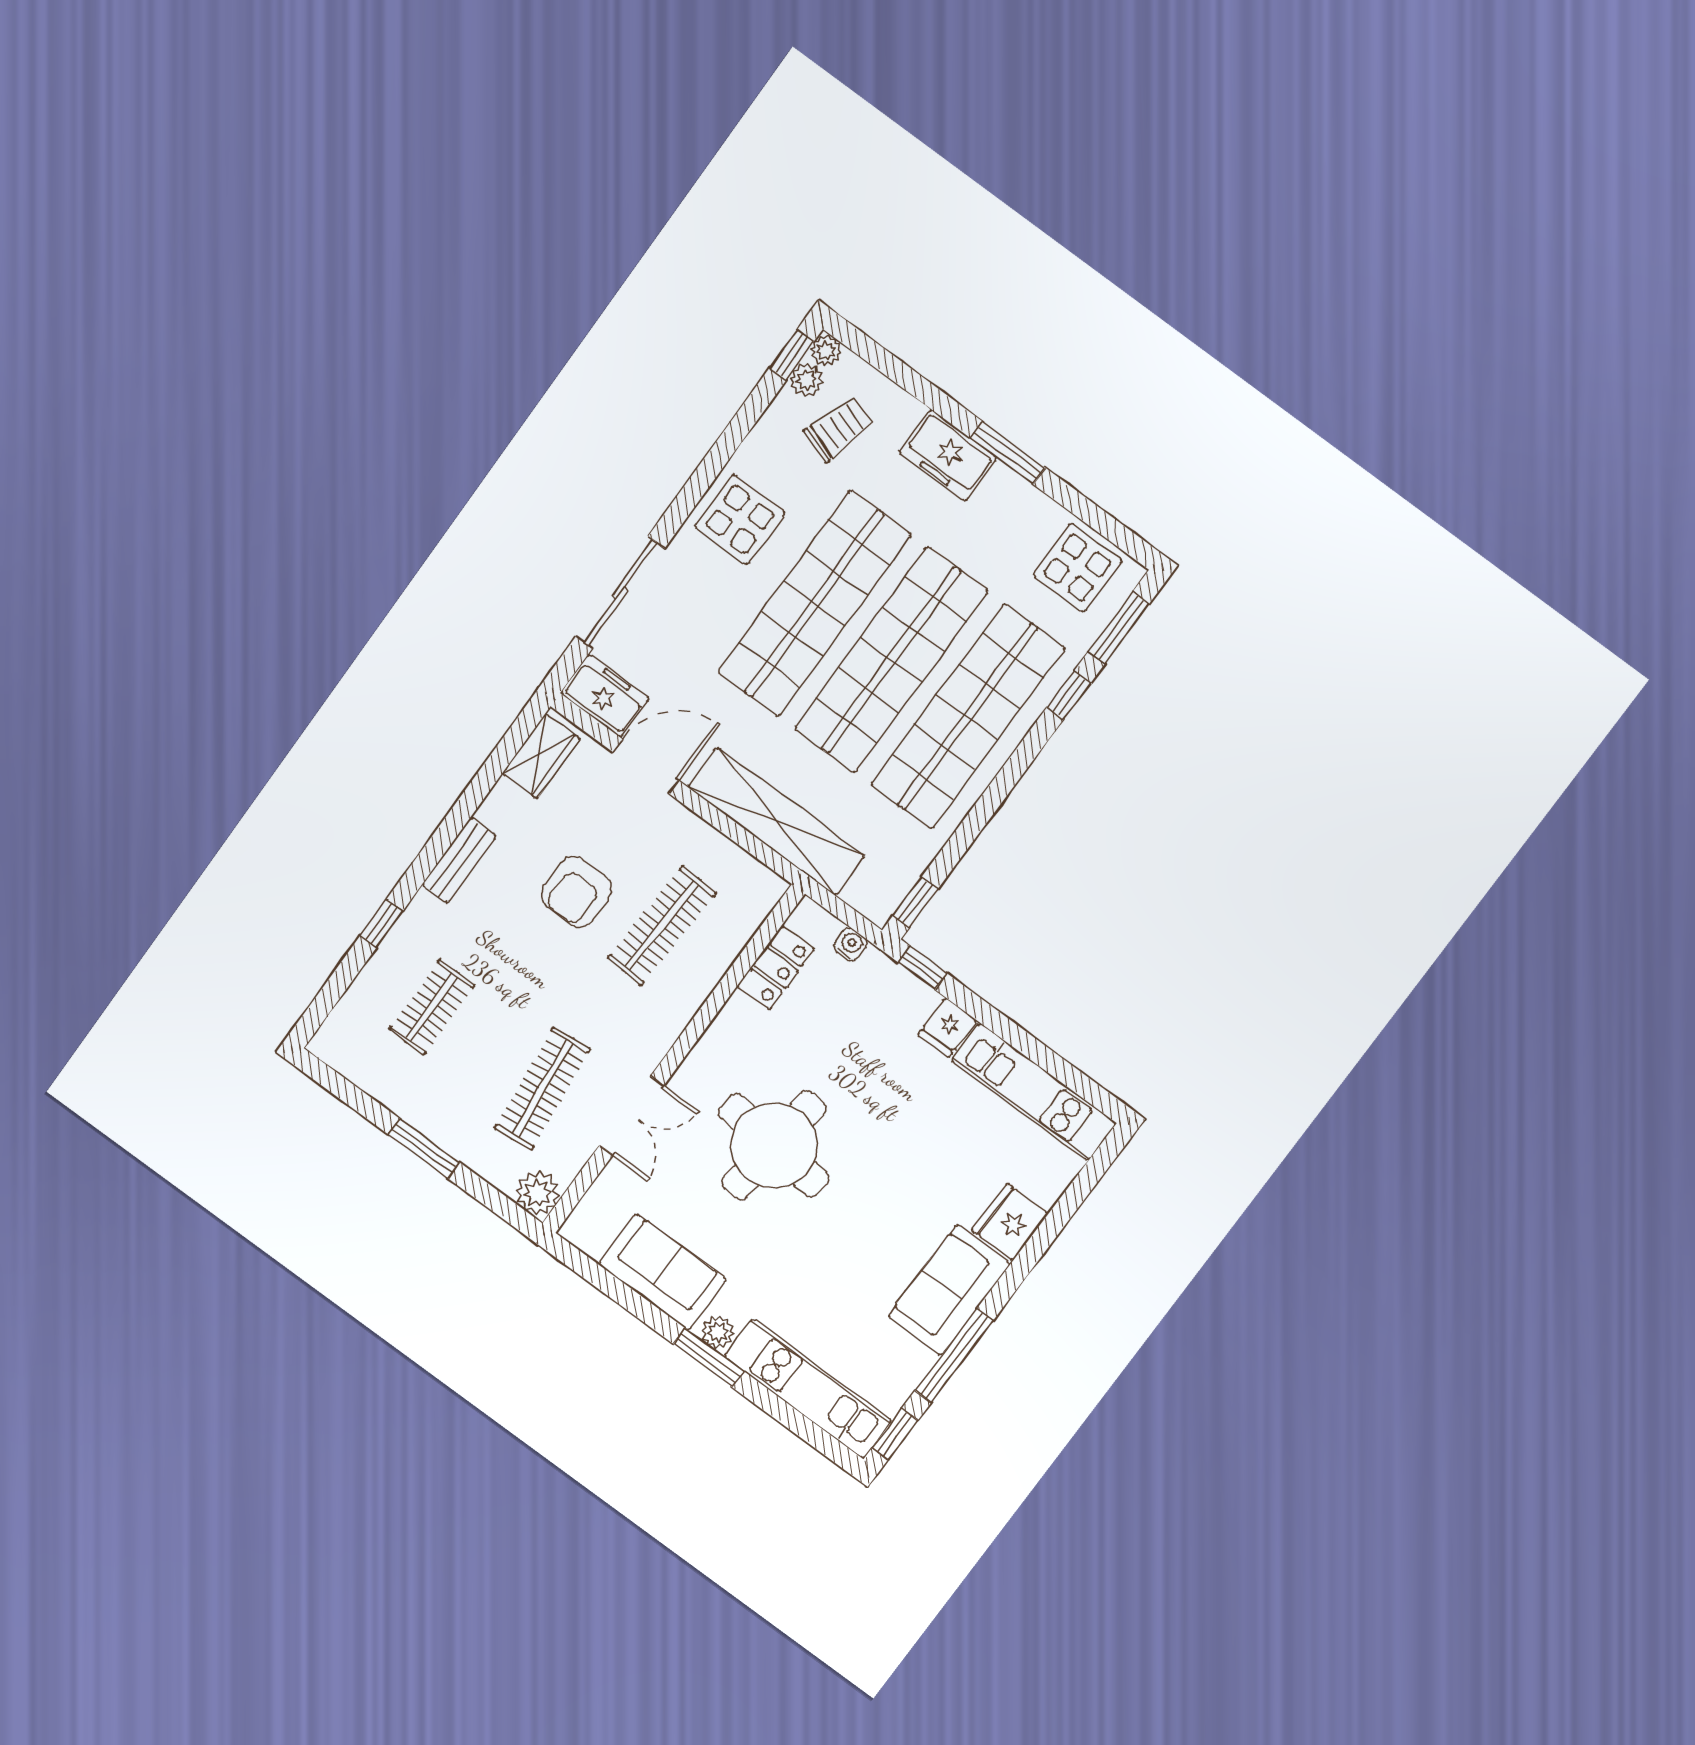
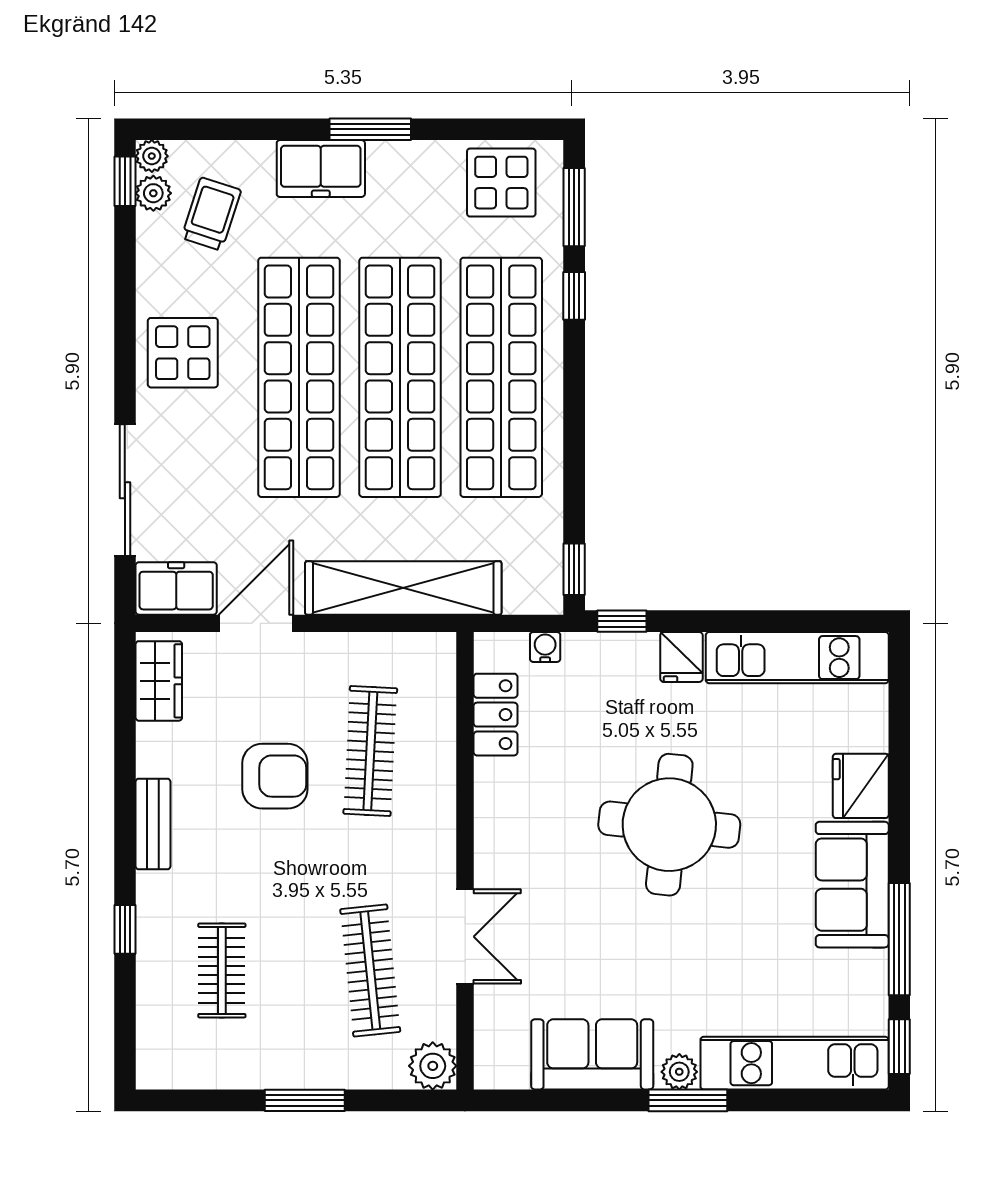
armchair: (577, 892) -> (275, 776), turned -90
round table: (774, 1145) -> (669, 825), moved

